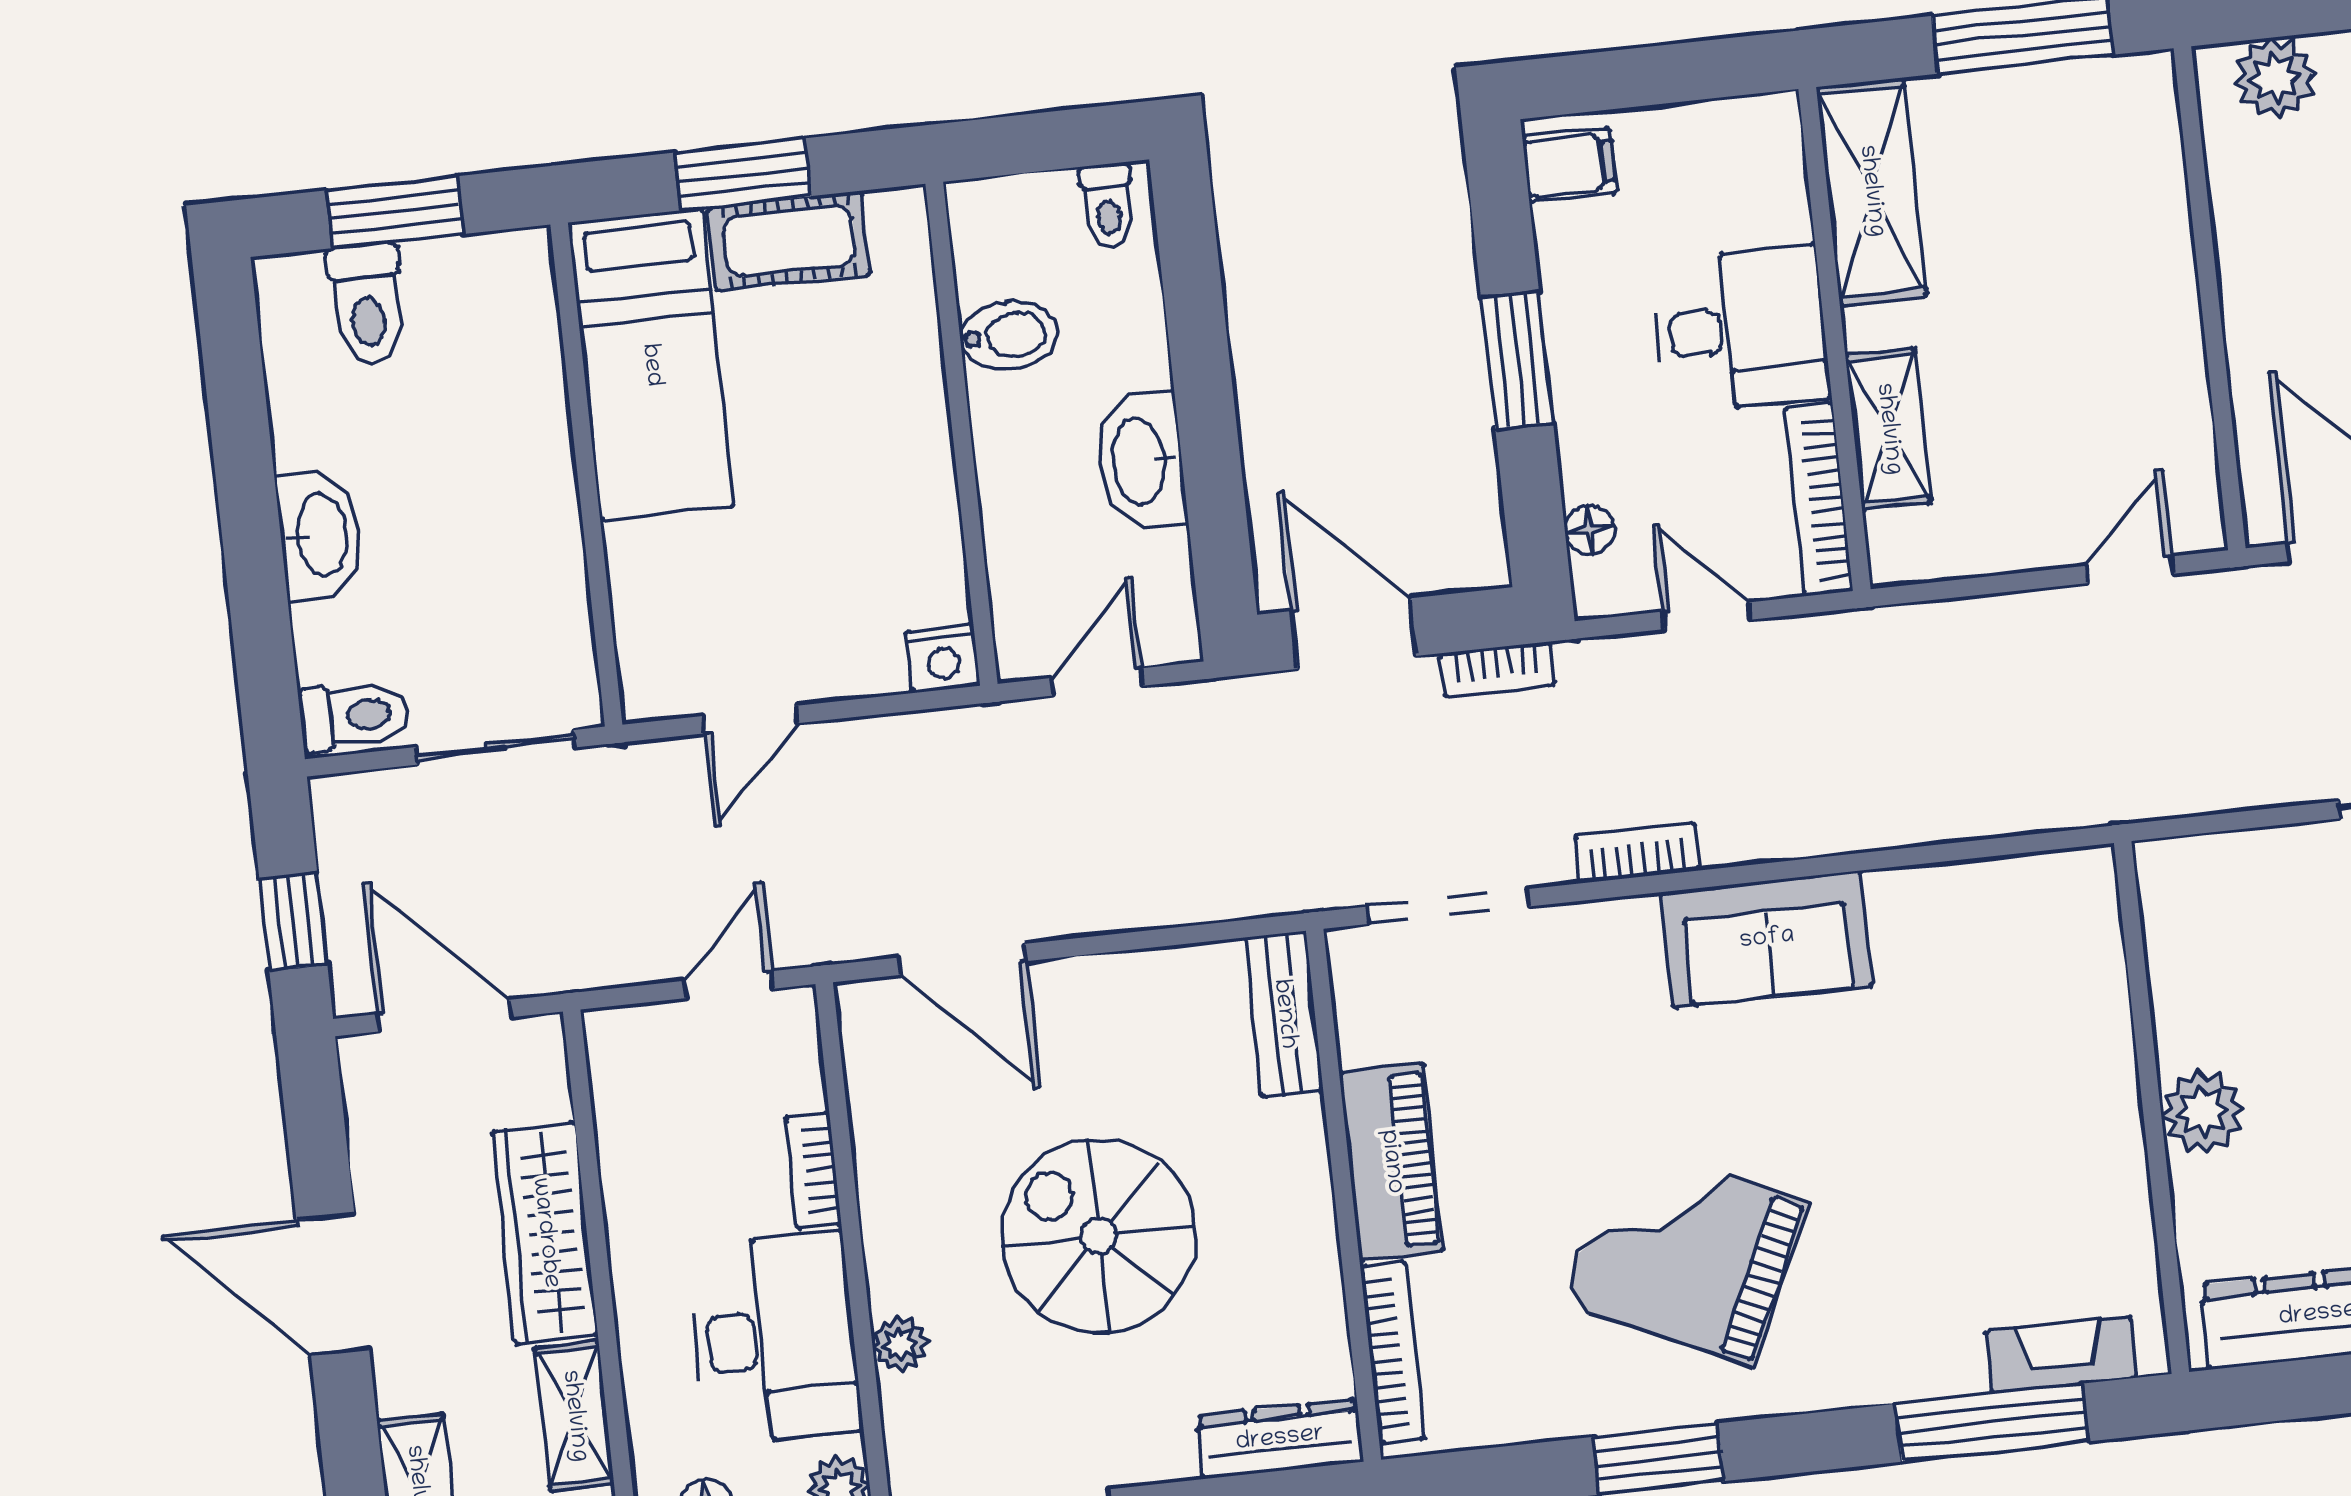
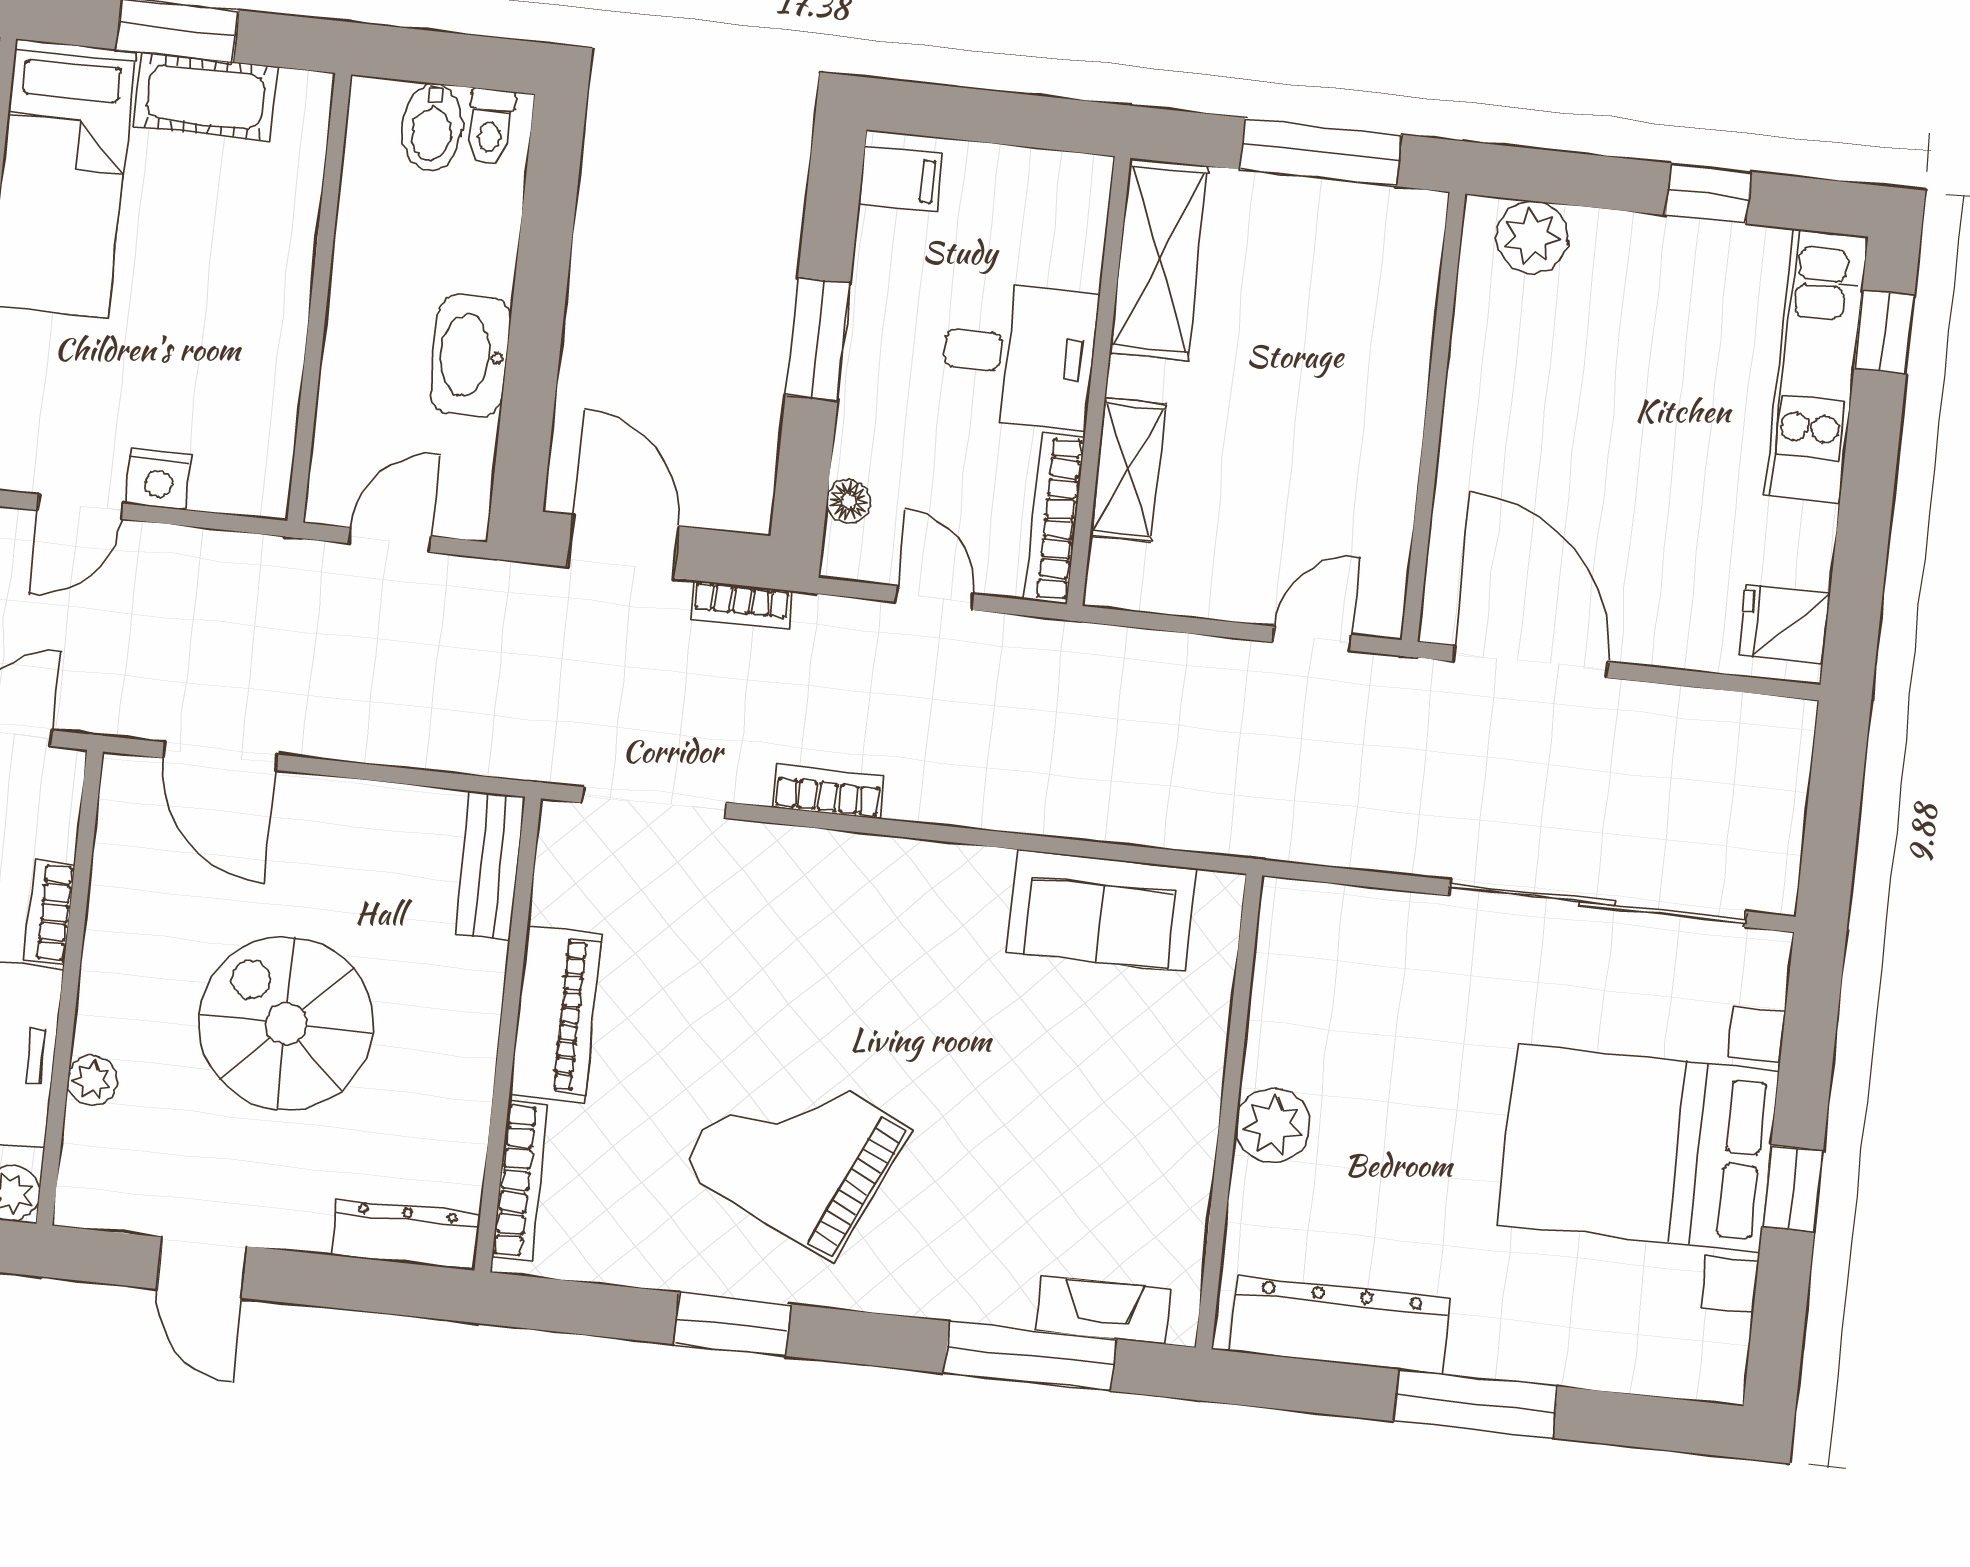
bidet: (1009, 335) -> (432, 127), moved, turned 90
nightstand: (943, 658) -> (159, 479), moved
sofa: (1767, 939) -> (1101, 910), moved

